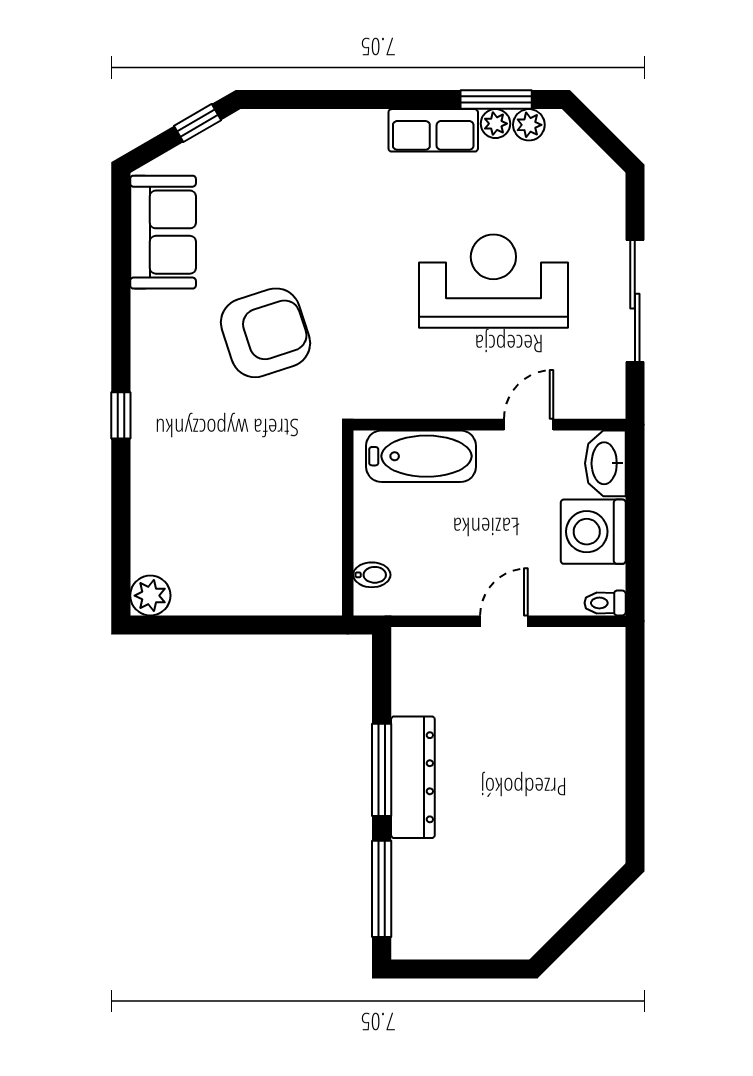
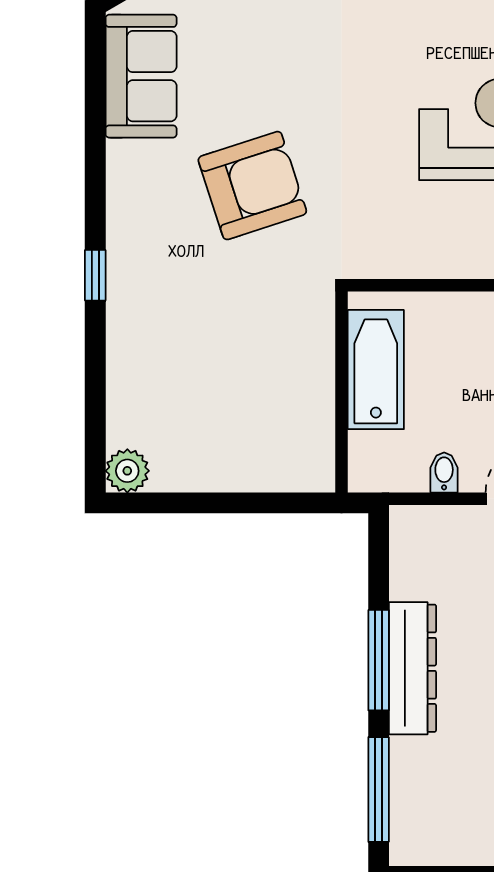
bathtub: (421, 456) -> (376, 370), moved, turned -90
bidet: (372, 575) -> (444, 473), moved, turned -90

